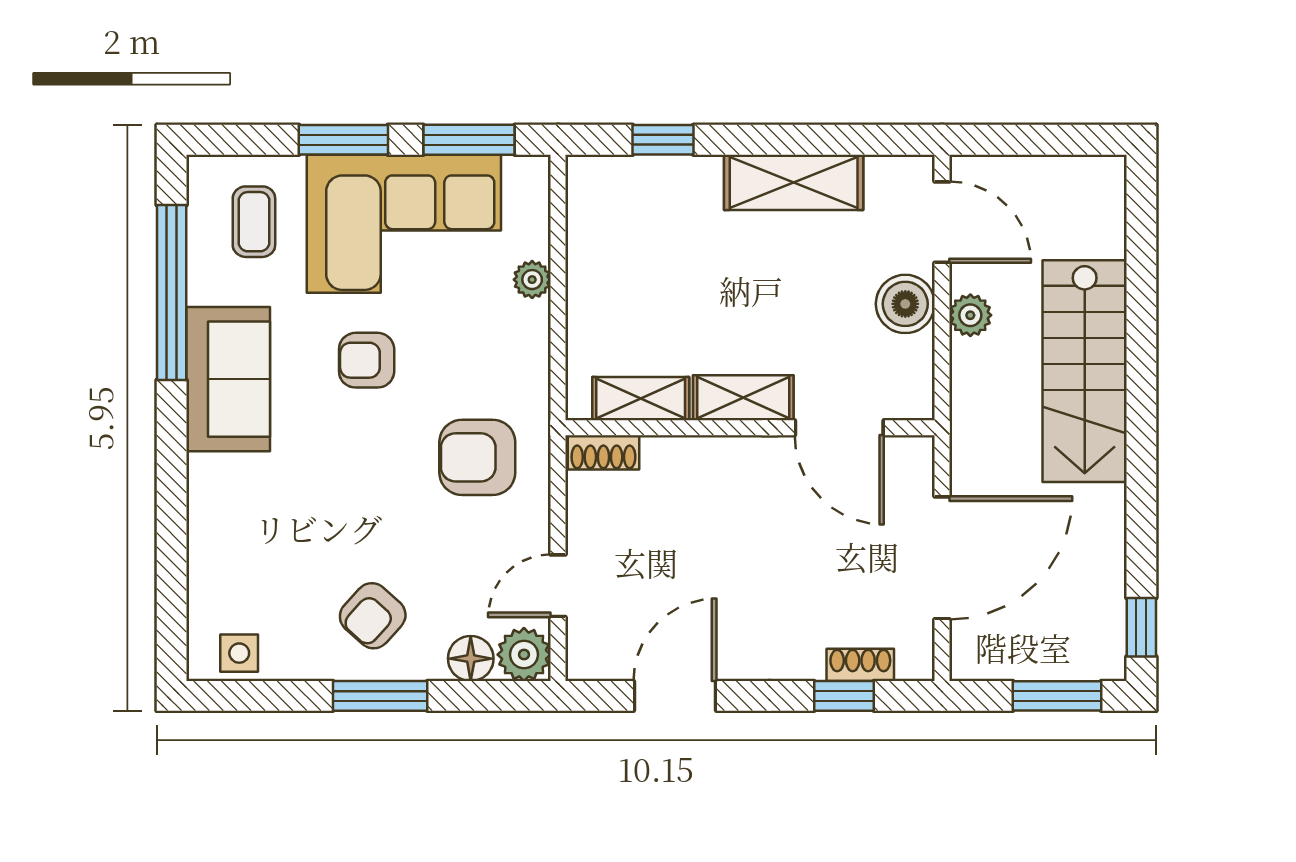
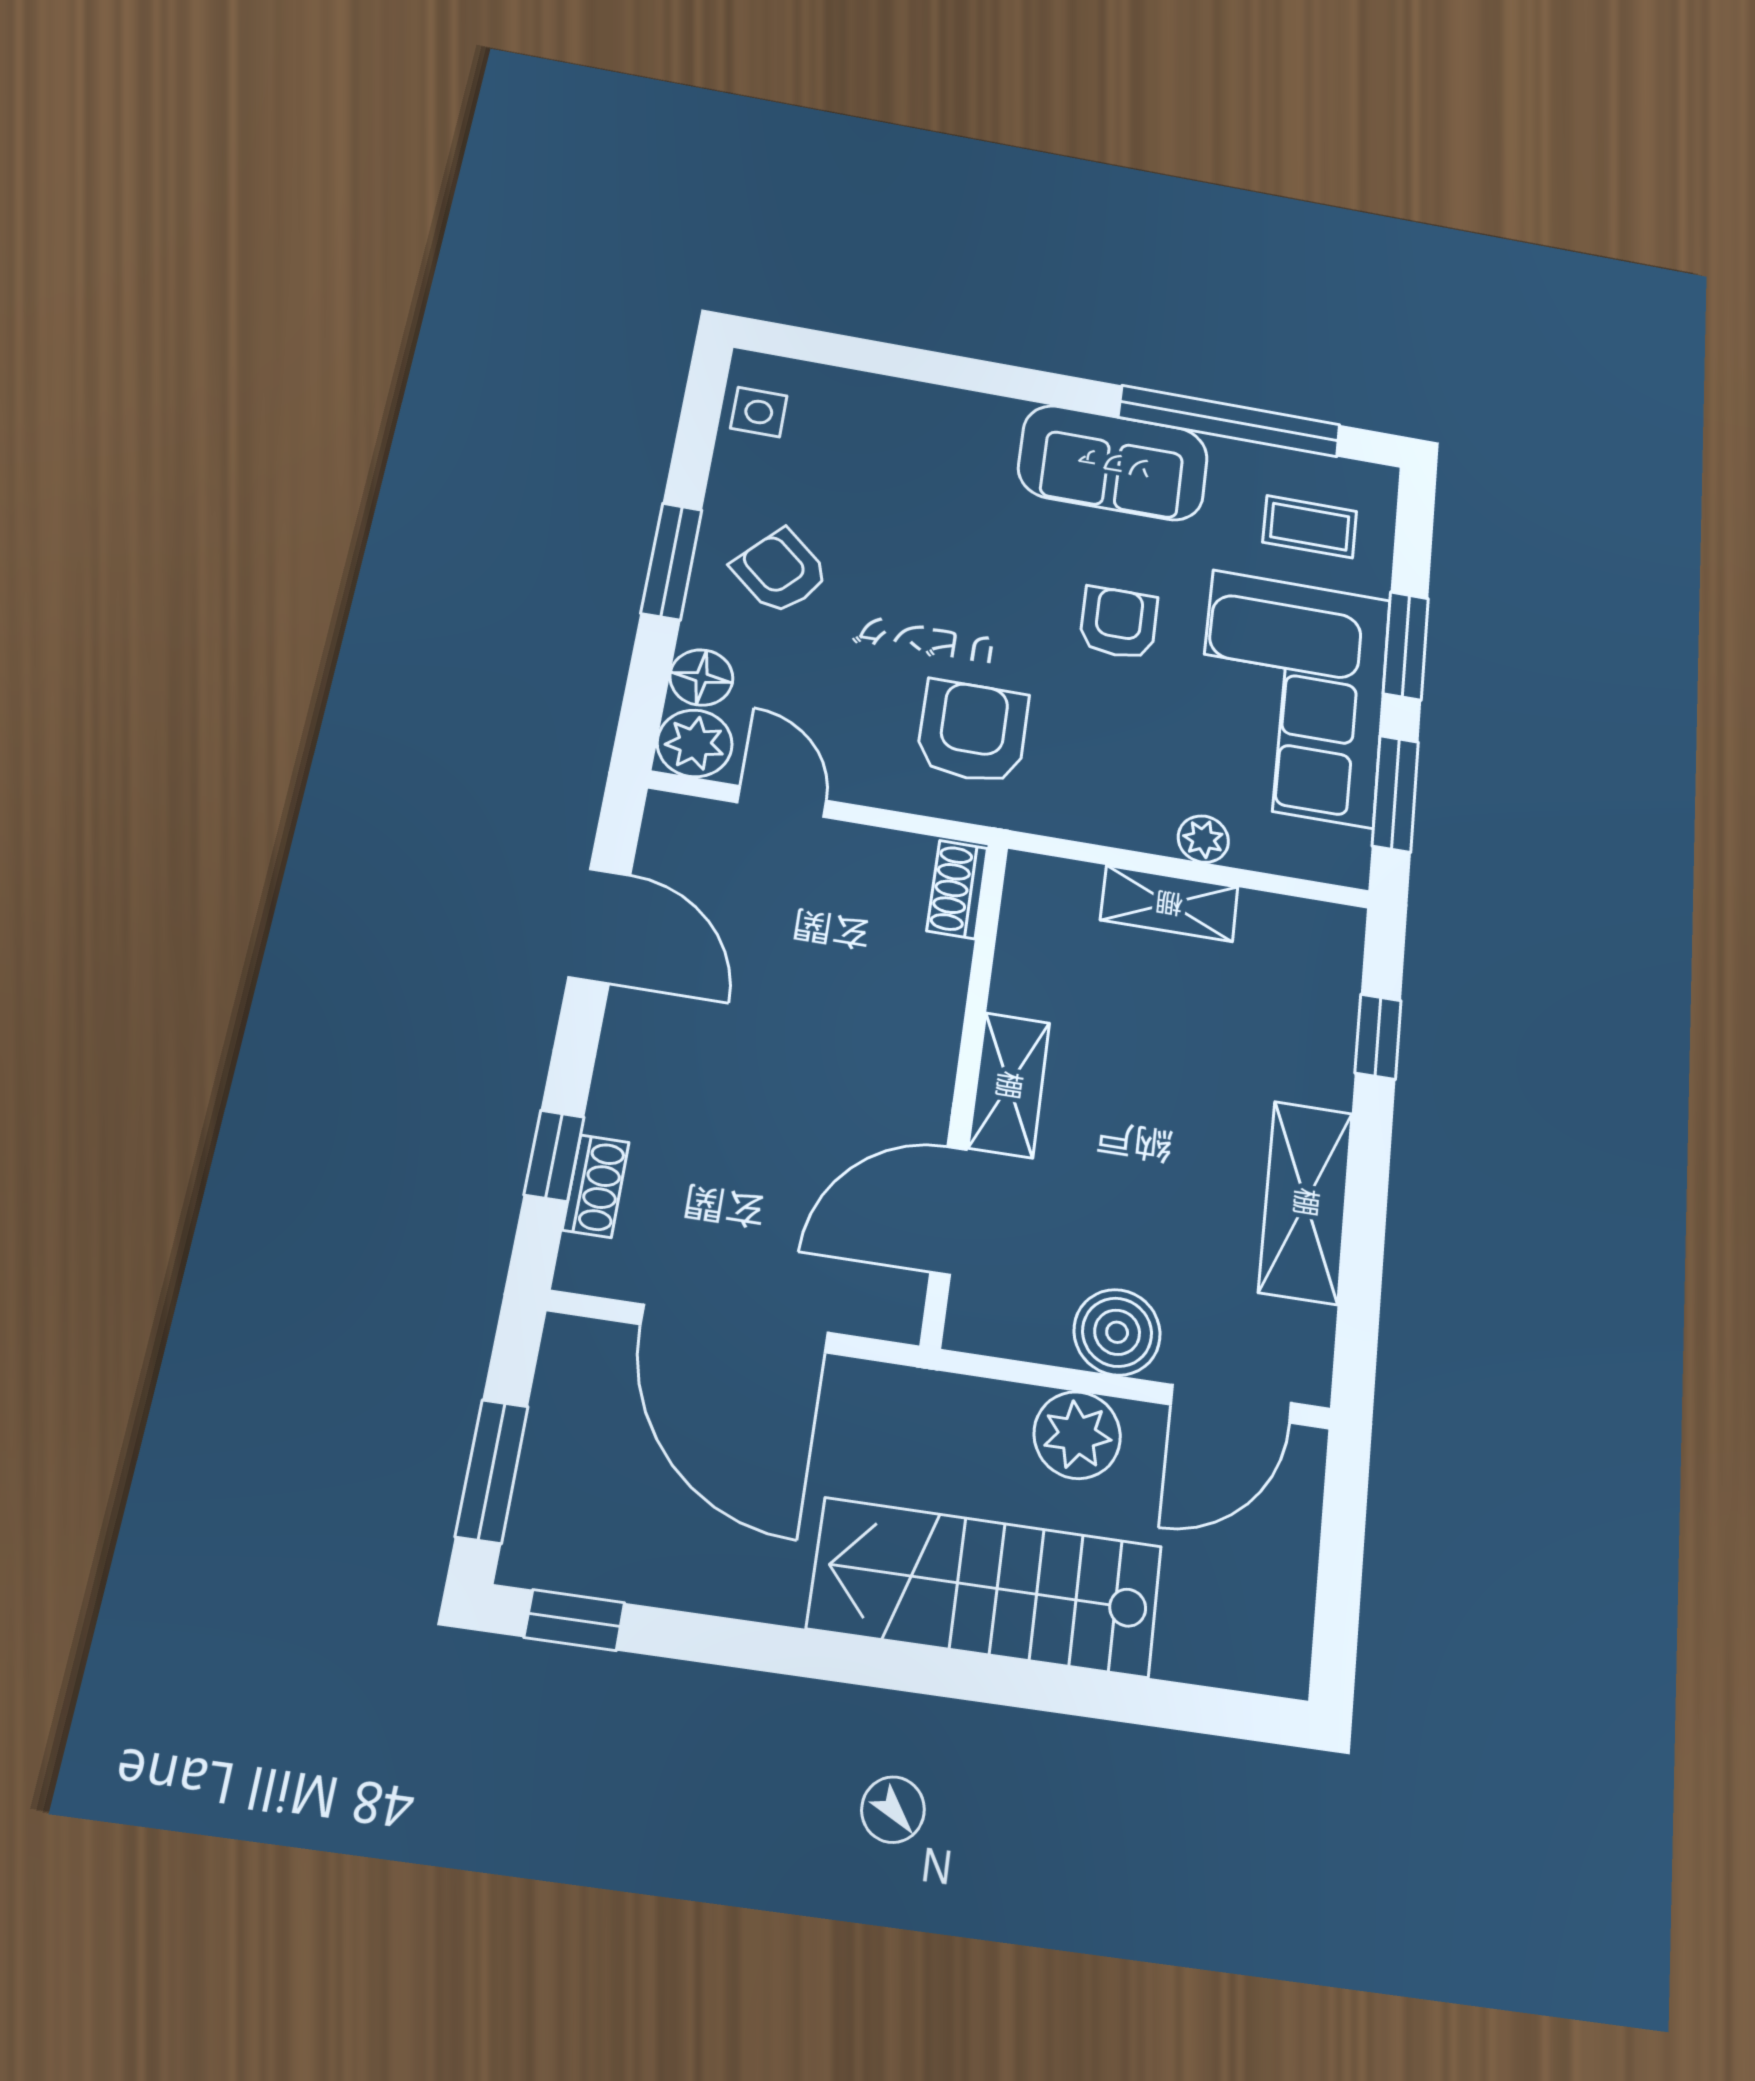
plant: (970, 315) -> (1077, 1435), width x1.38, depth x1.38
shelving: (641, 399) -> (1169, 903), moved, turned 90

